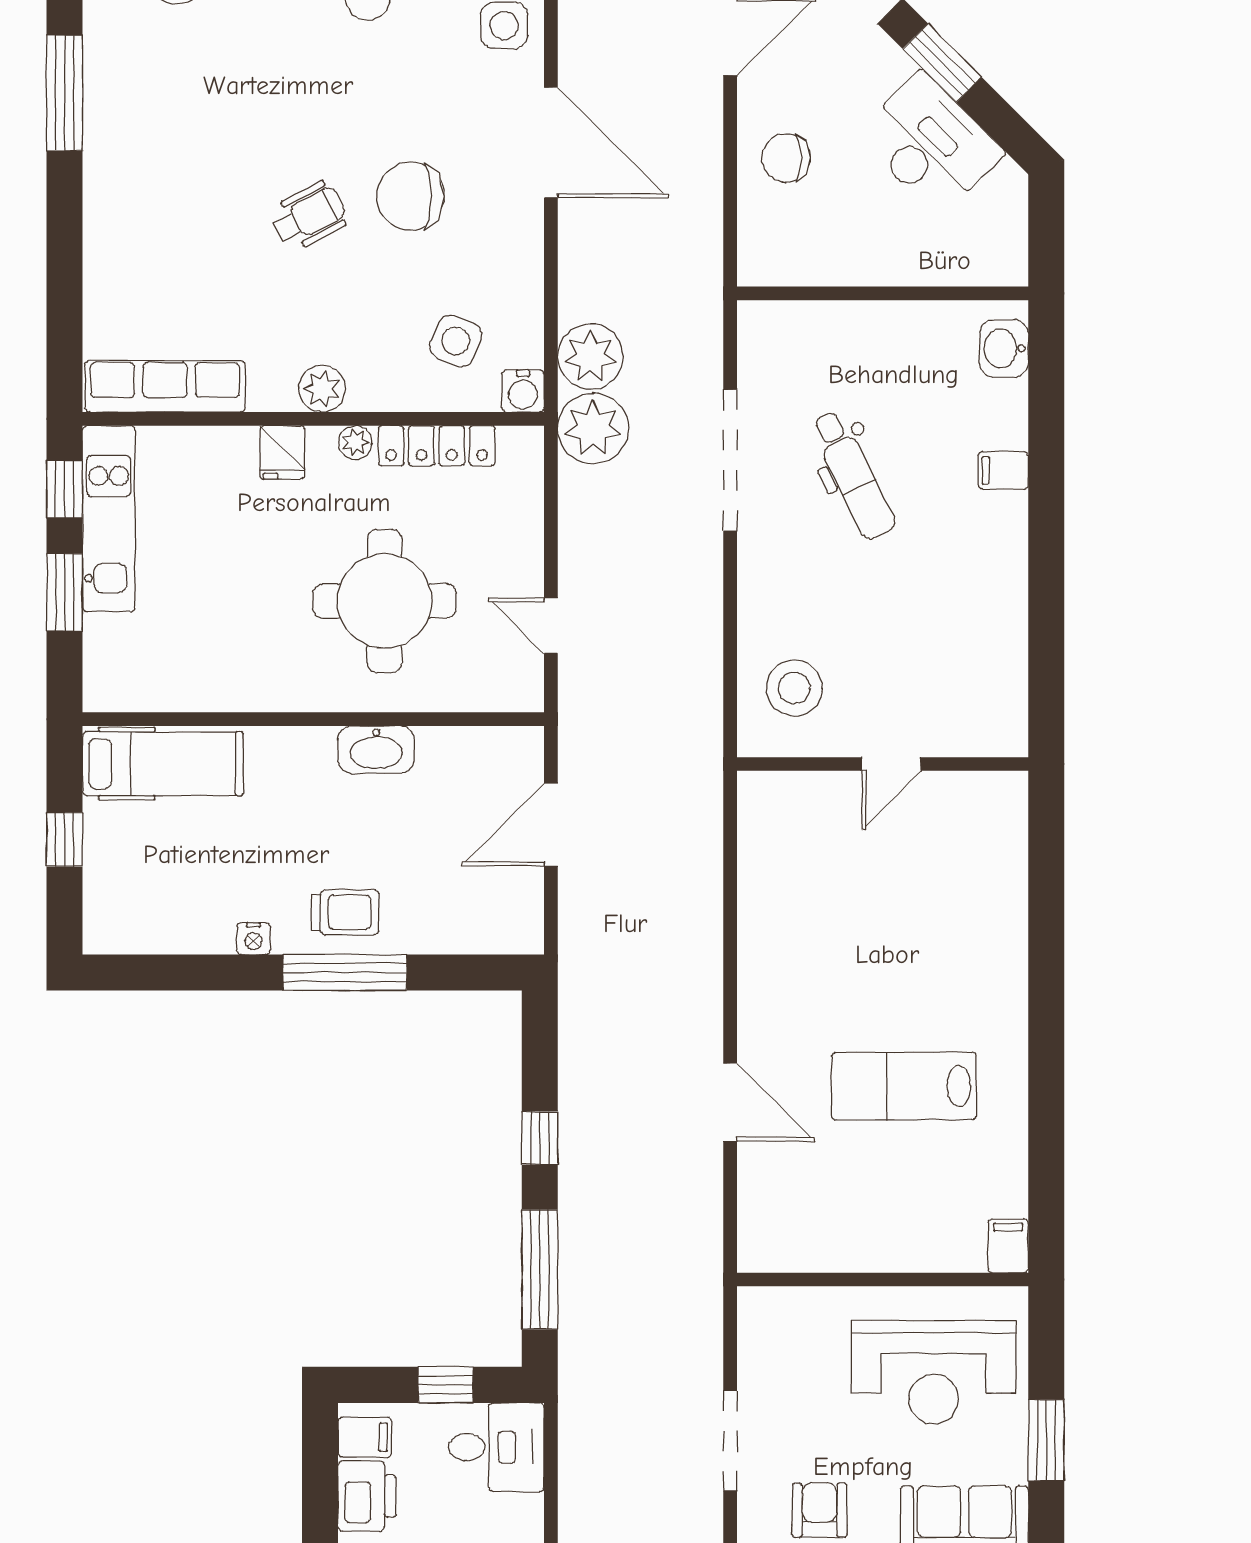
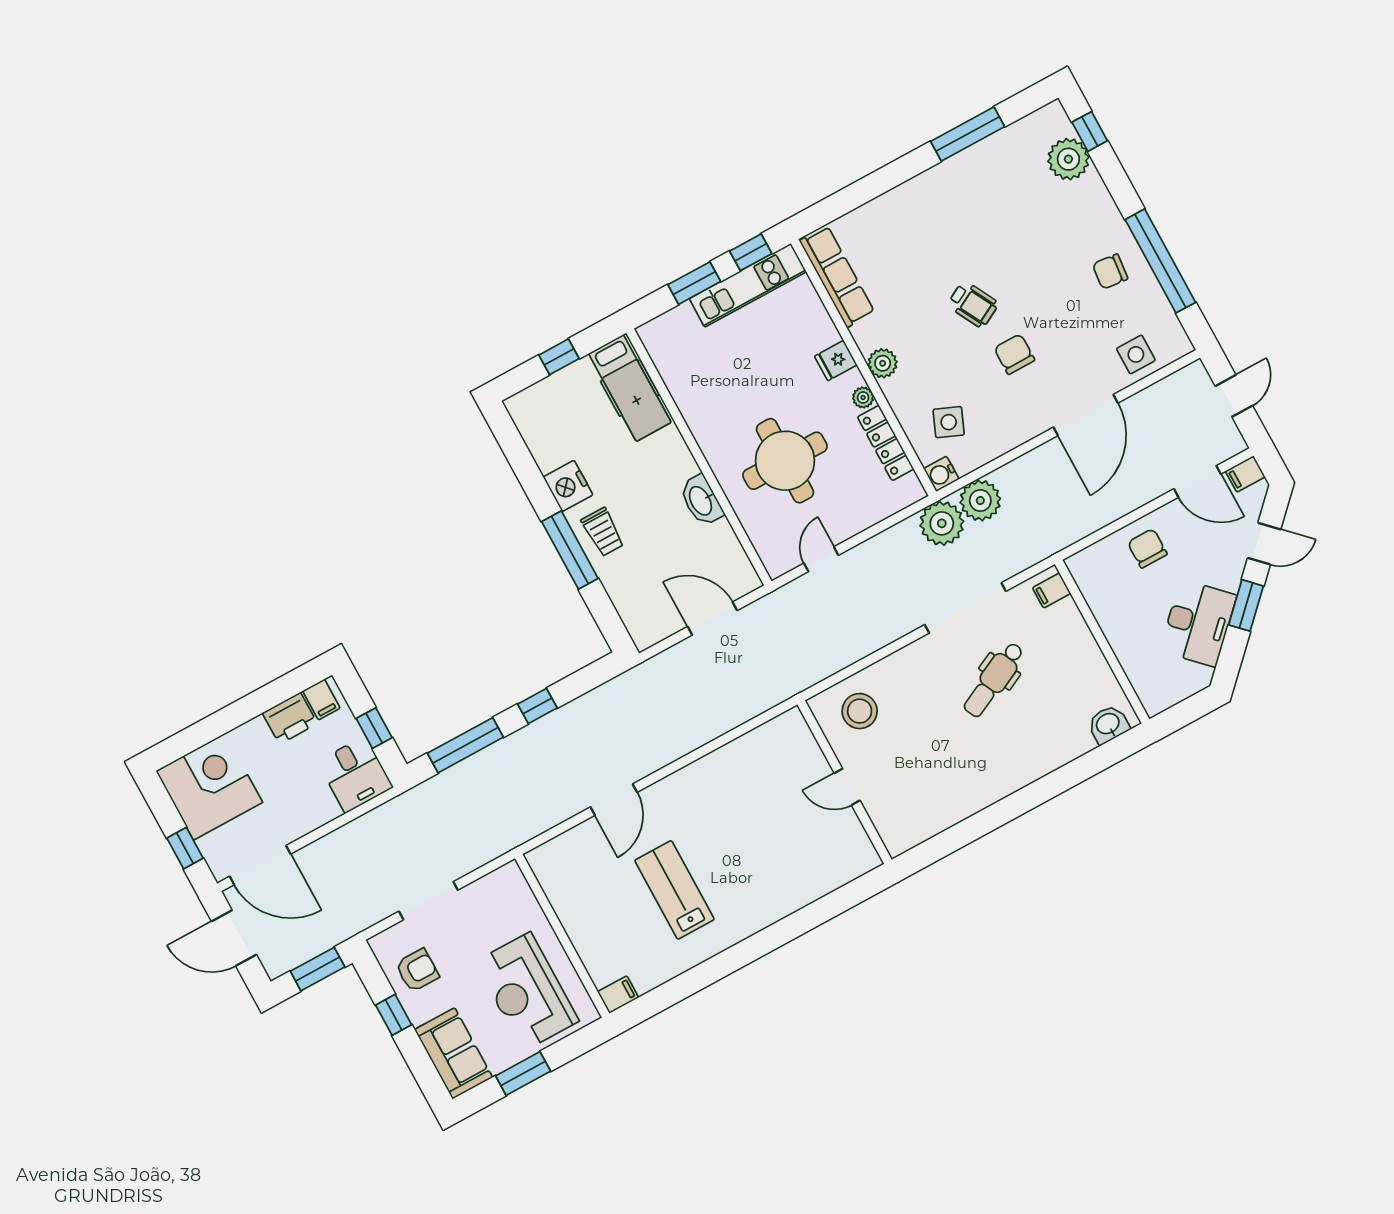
chair: (410, 196) -> (1014, 354), width x0.73, depth x0.73
filing cabinet: (1003, 471) -> (1052, 590), moved, turned -90
nightstand: (253, 939) -> (568, 486), width x1.89, depth x1.79

